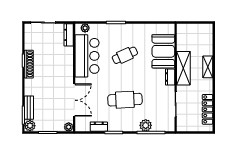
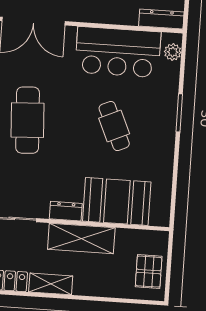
pallet: (198, 33) -> (149, 272), added
shelving: (208, 67) -> (51, 284), moved

